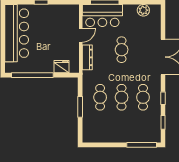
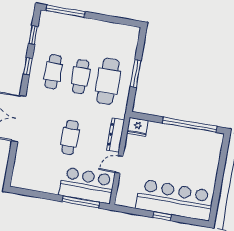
plant: (143, 10) -> (33, 183), removed
bar counter: (17, 33) -> (175, 200), moved, turned 90
fridge: (61, 67) -> (137, 127), moved
cafe table: (100, 97) -> (108, 81), width x1.37, depth x1.35

